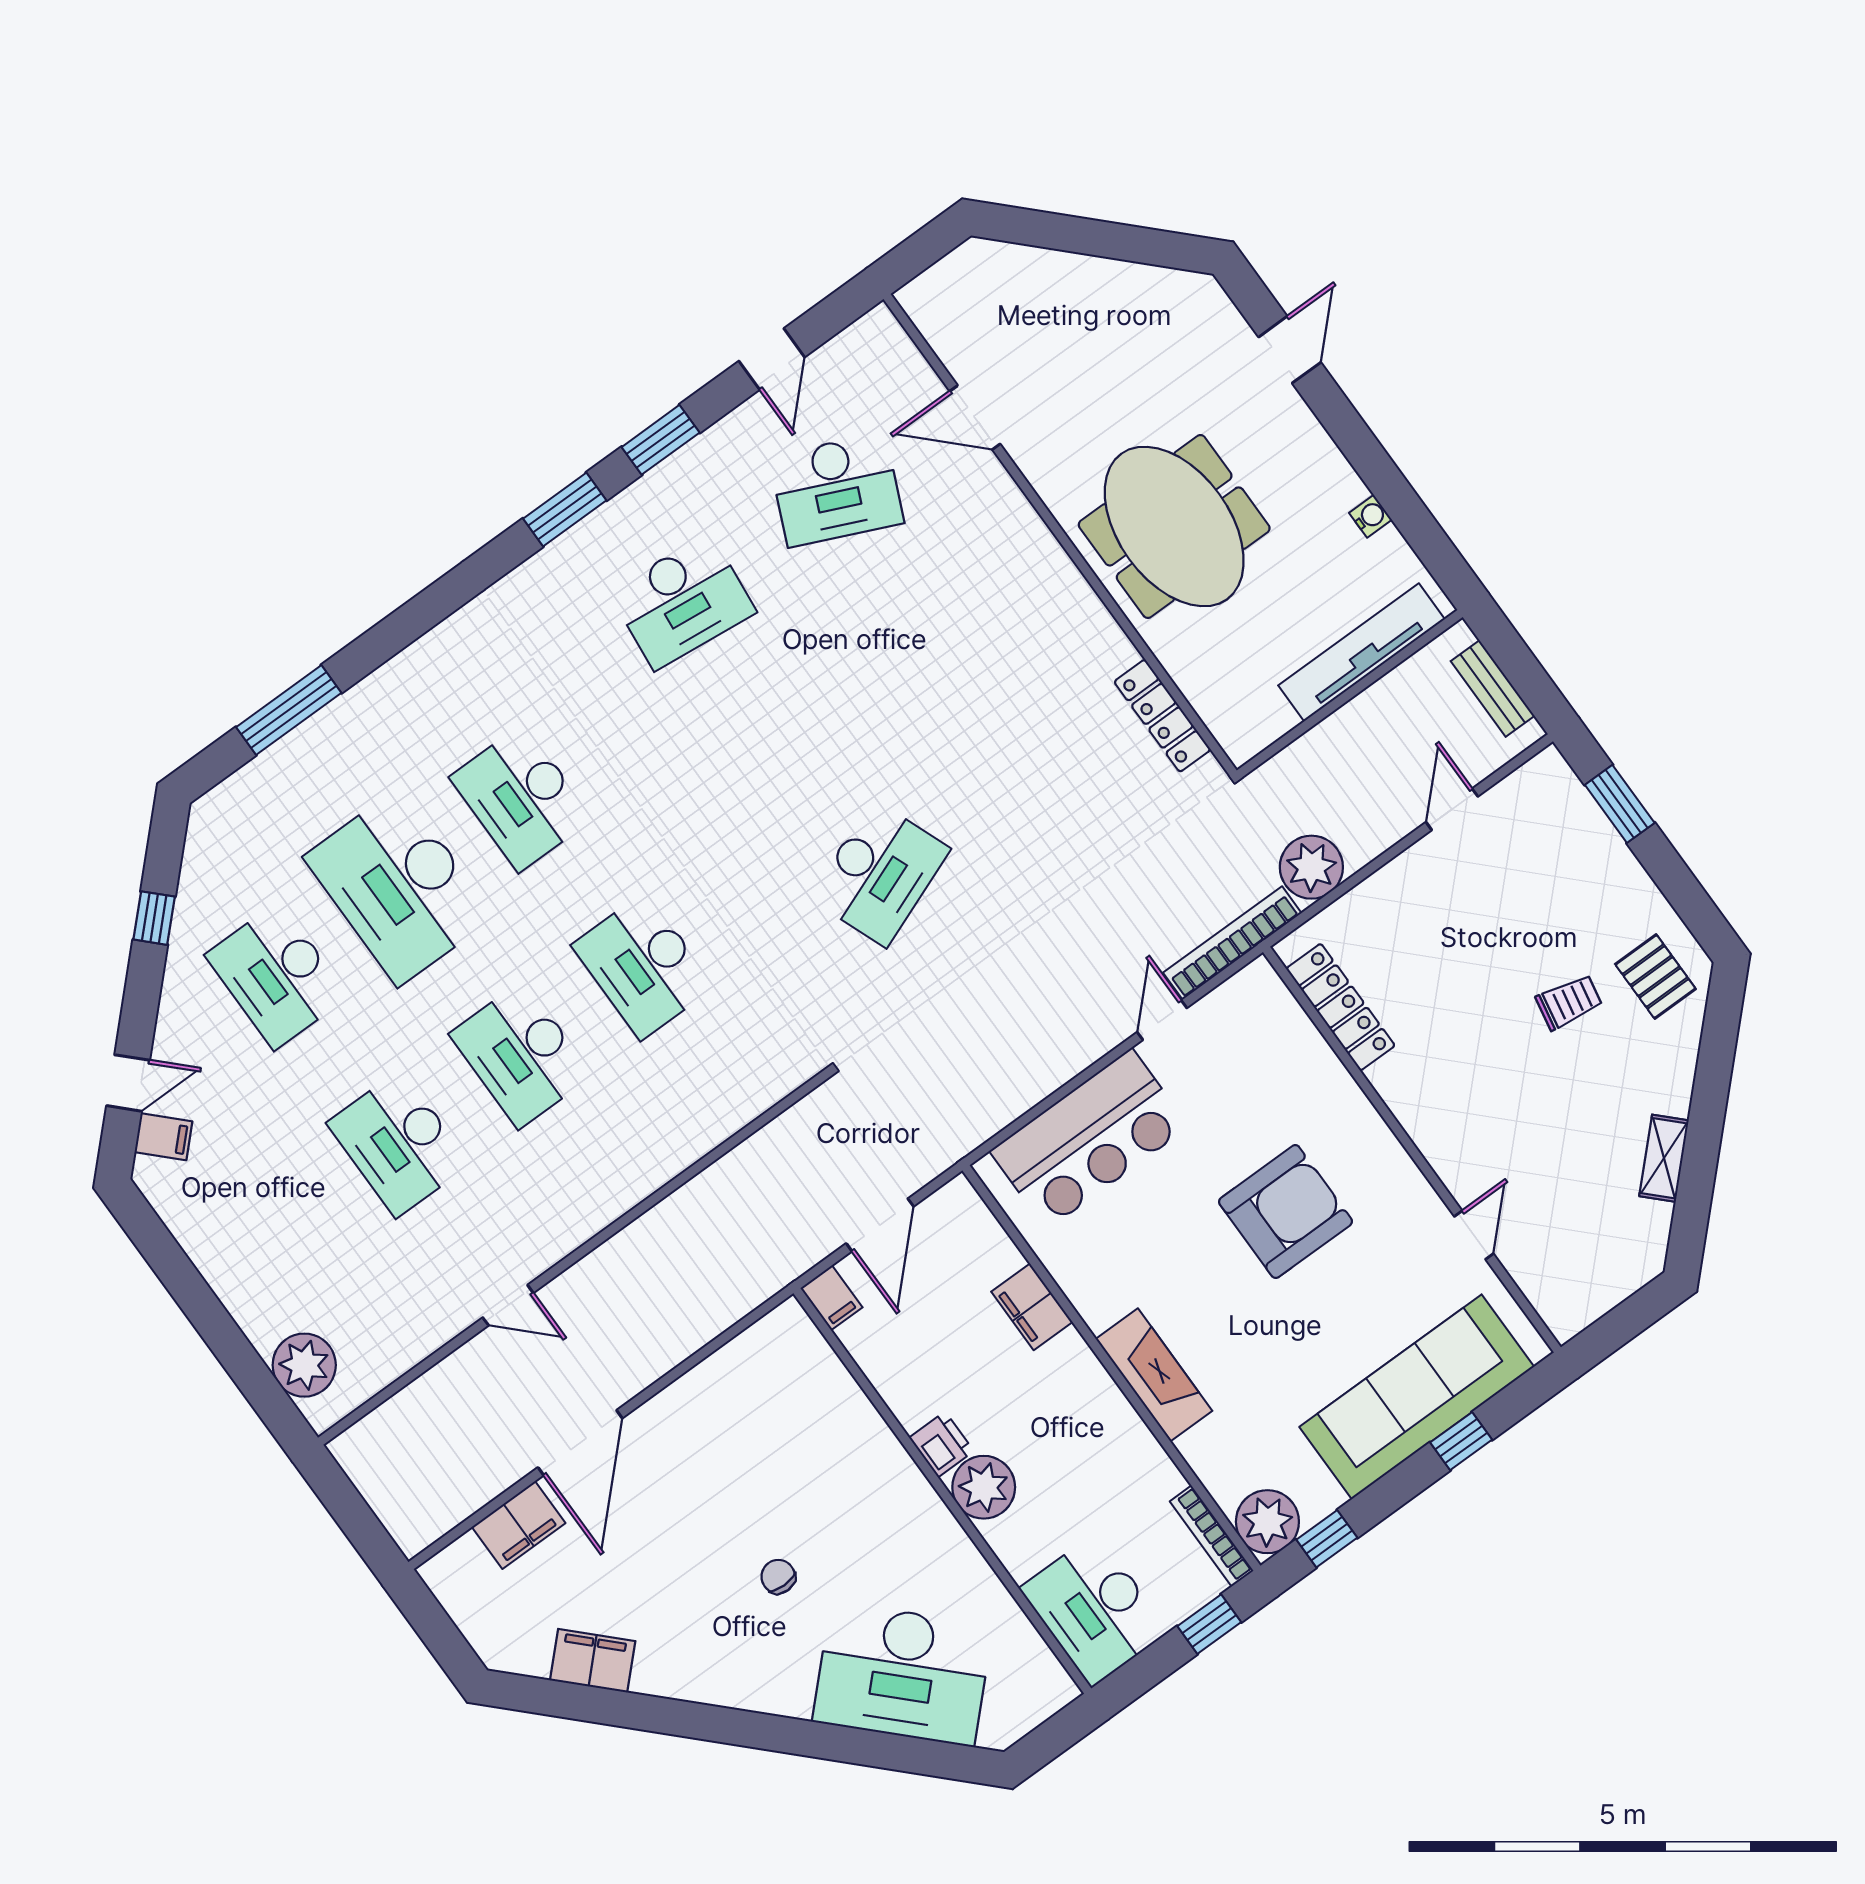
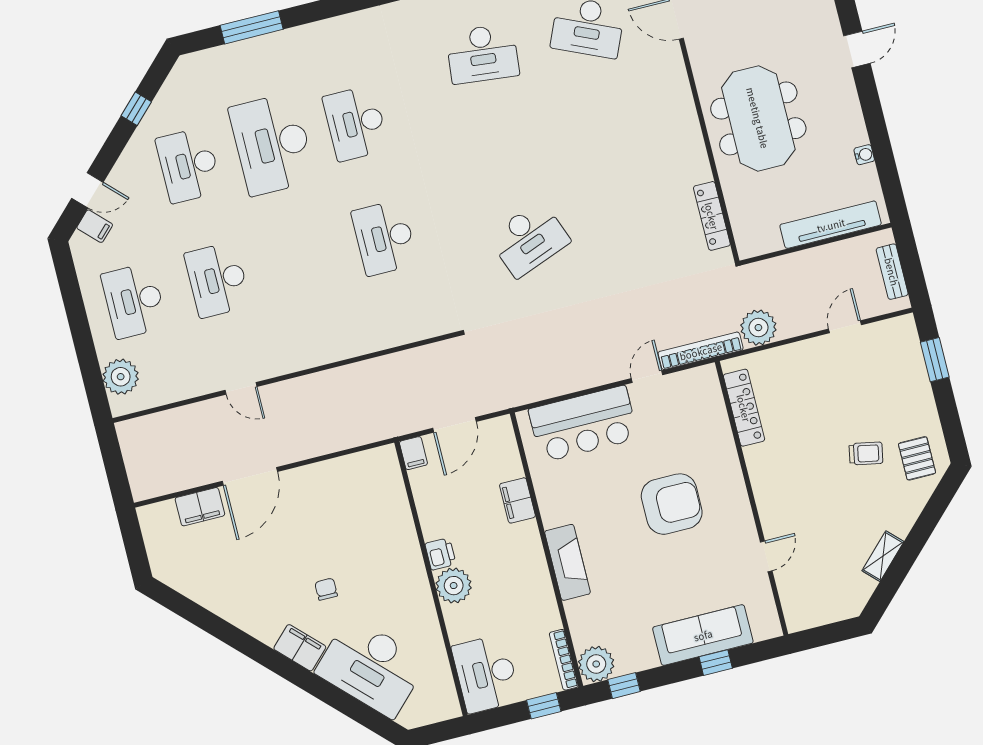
desk: (521, 1055) -> (134, 301), moved
sofa: (1417, 1397) -> (703, 635), width x0.74, depth x0.79
filing cabinet: (593, 1661) -> (300, 648), moved

